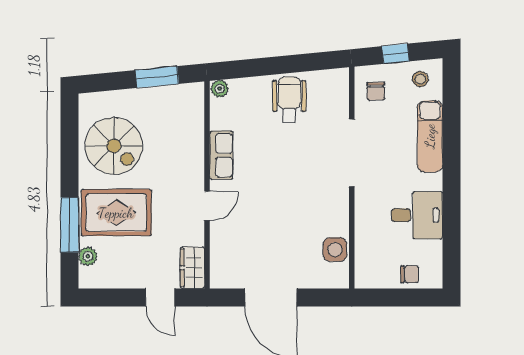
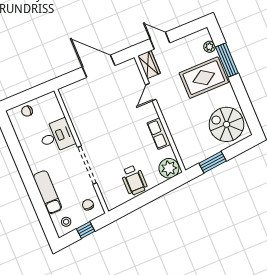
plant: (220, 89) -> (169, 168), width x1.88, depth x1.88
spiral stairs: (114, 146) -> (226, 124), moved
door: (207, 206) -> (151, 92), moved
desk: (417, 215) -> (57, 136), moved, turned 180
side table: (335, 250) -> (74, 108), removed

